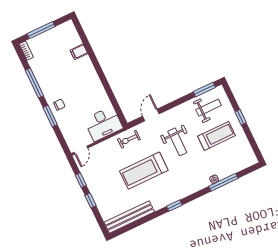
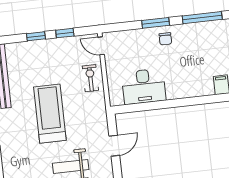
door: (151, 115) -> (114, 146), hinge flipped
desk: (103, 124) -> (144, 86), moved, turned -90
exercise bike: (129, 139) -> (90, 78), moved

